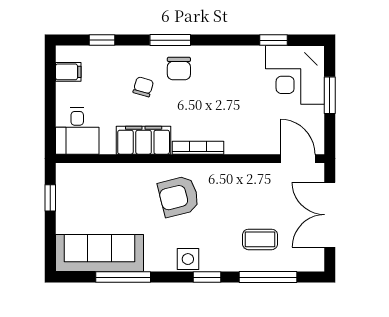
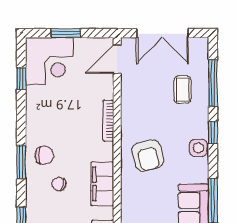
bookcase: (198, 148) -> (108, 121), moved

